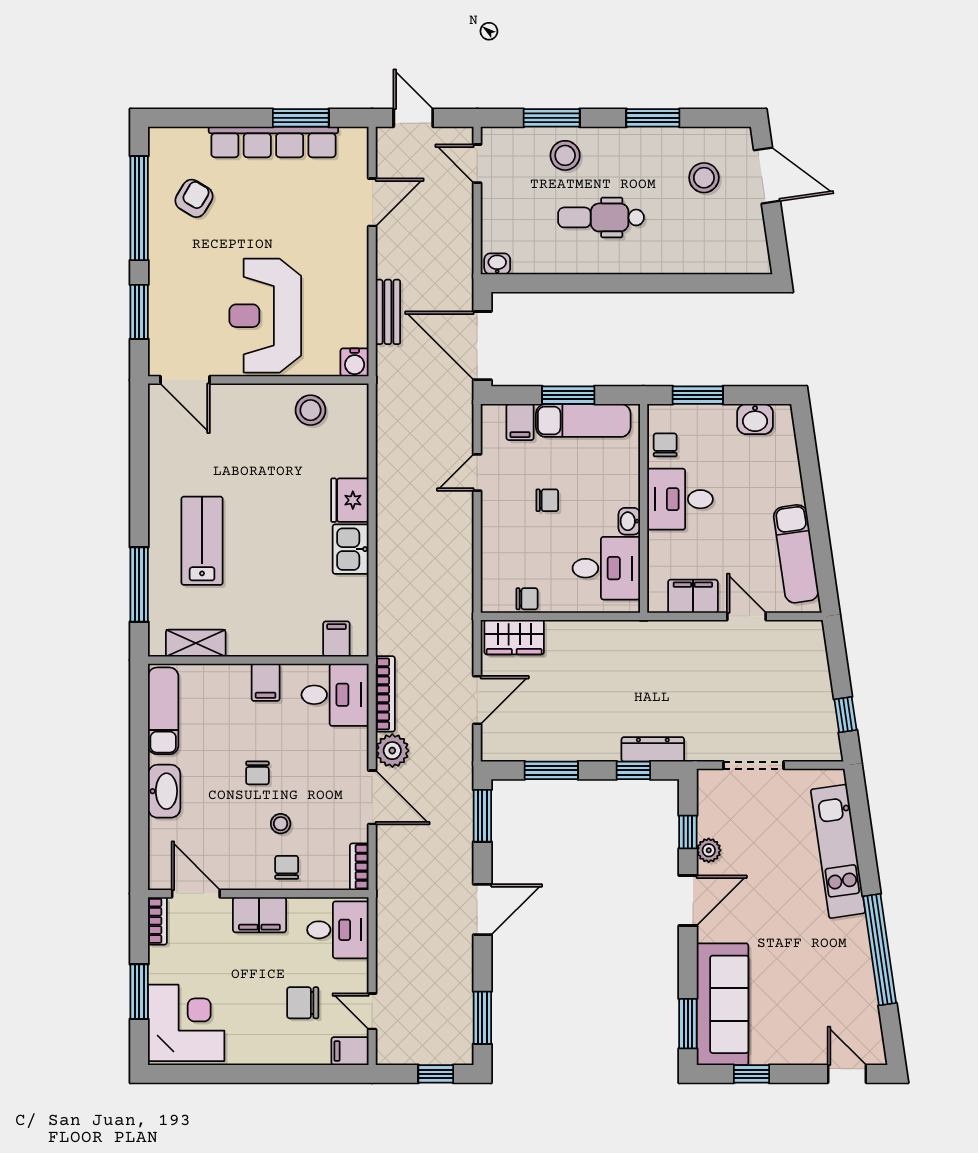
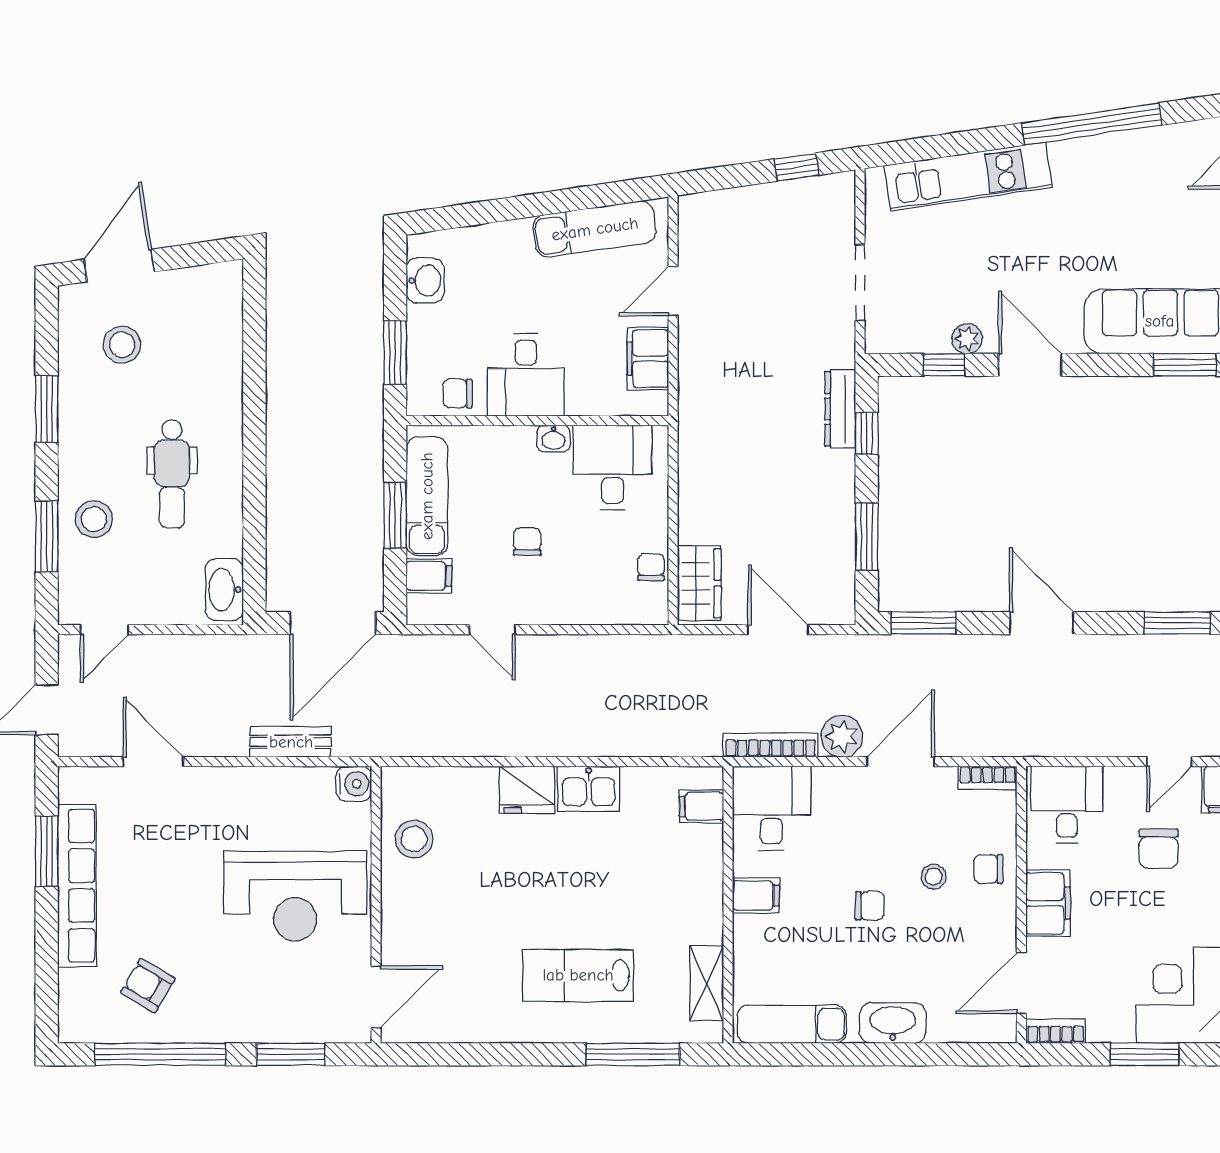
washbasin: (497, 264) -> (224, 590), width x1.91, depth x1.45

